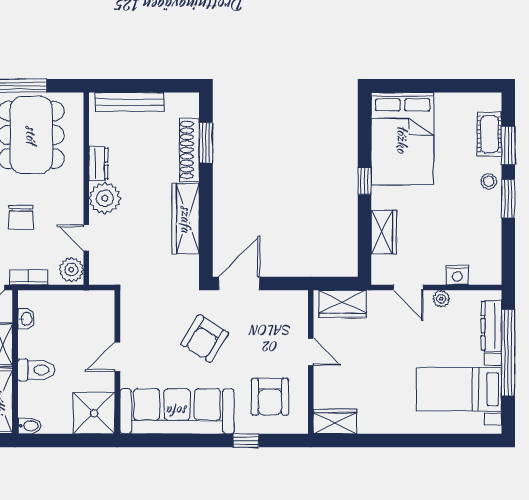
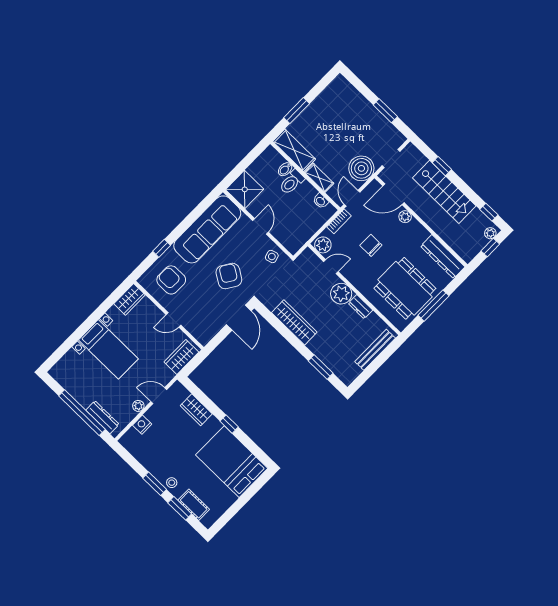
shoe rack: (189, 150) -> (325, 356), removed
side table: (138, 313) -> (272, 256), added
bed with nightstands: (459, 389) -> (108, 349), moved, turned 90
bidet: (29, 426) -> (285, 169), moved

